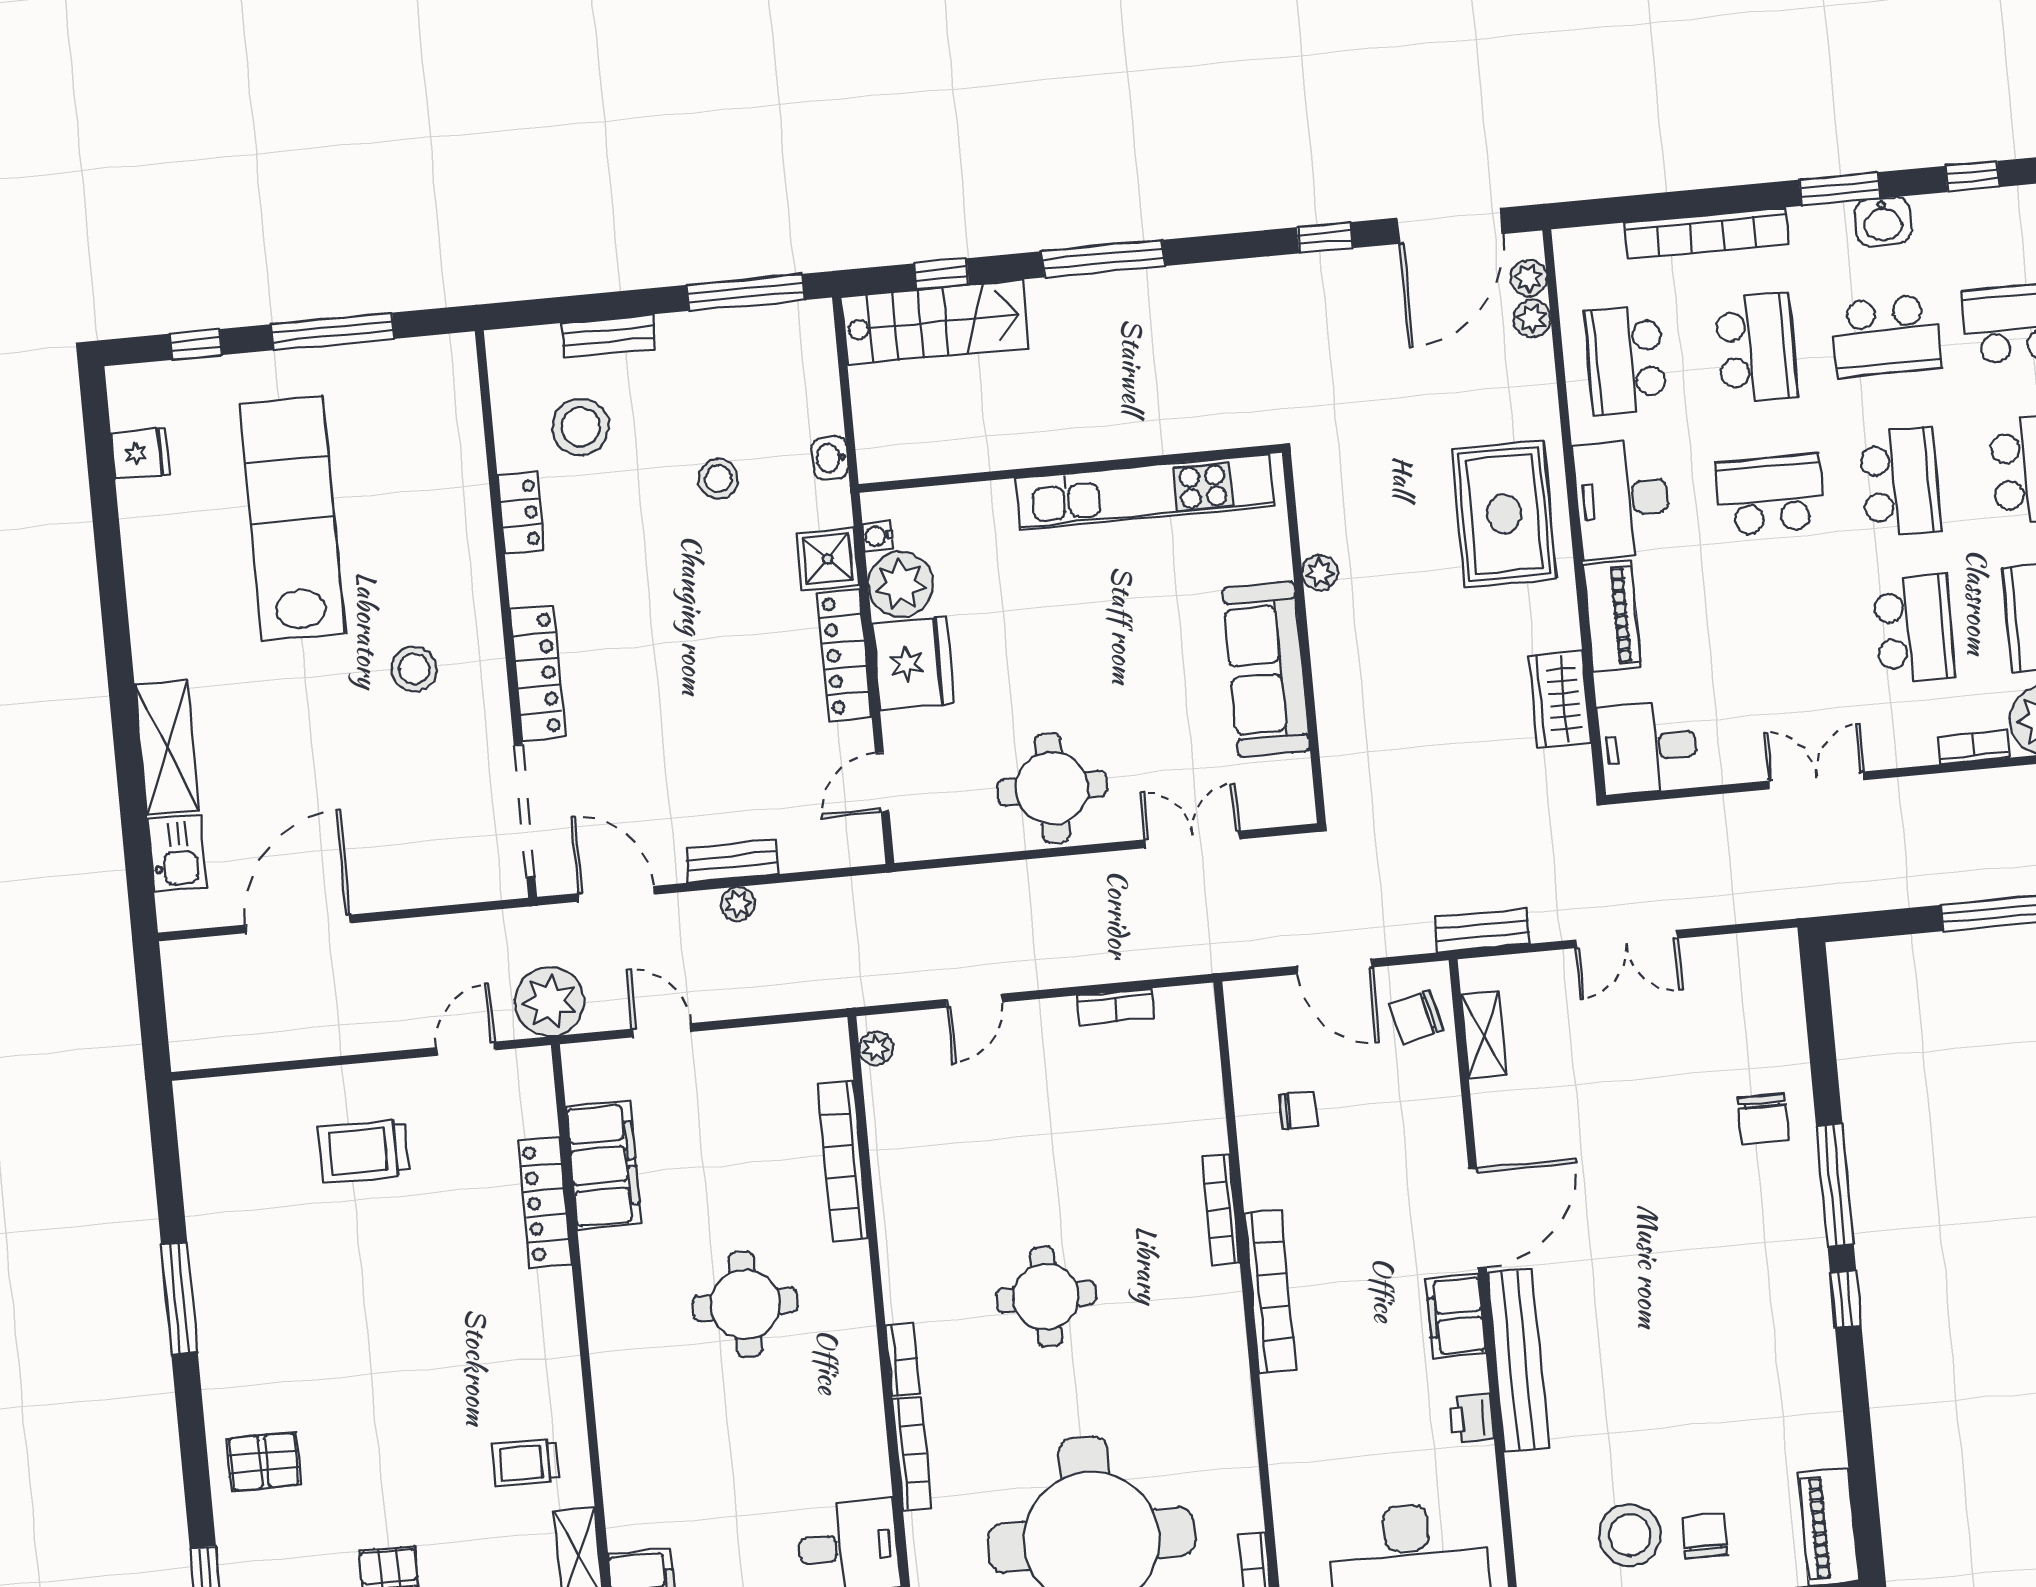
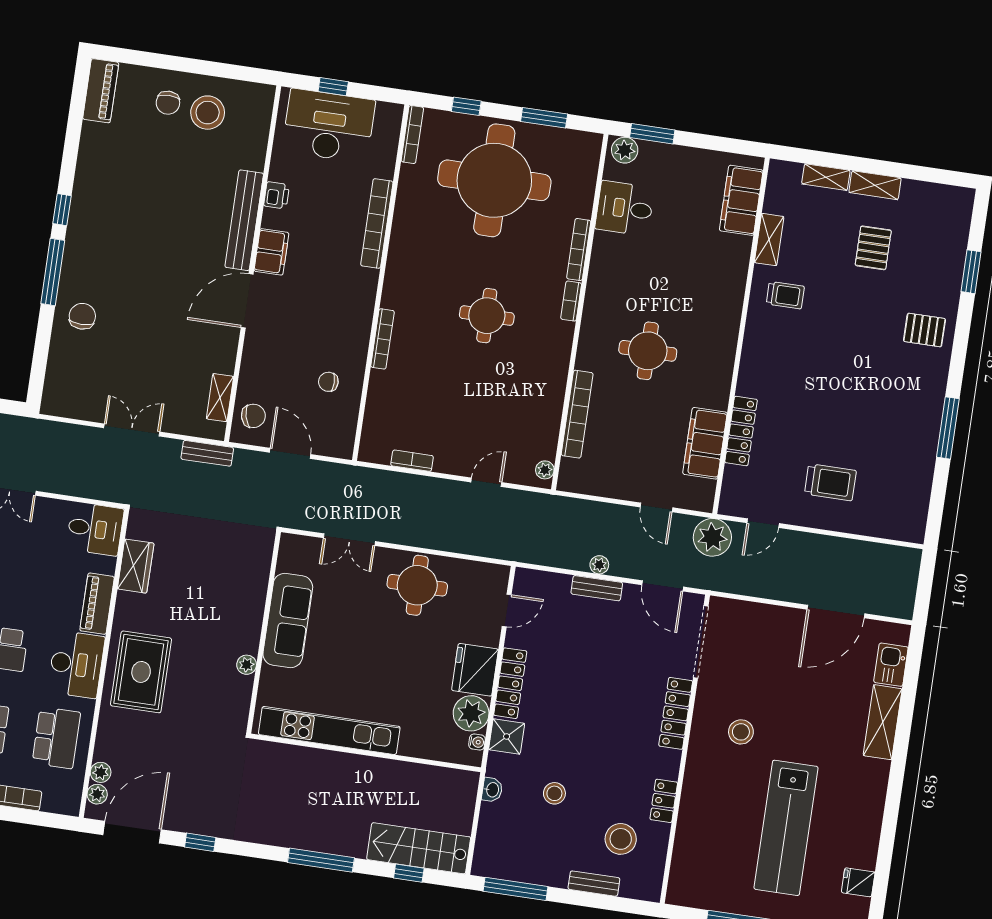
bookcase: (1270, 1291) -> (377, 223), moved

